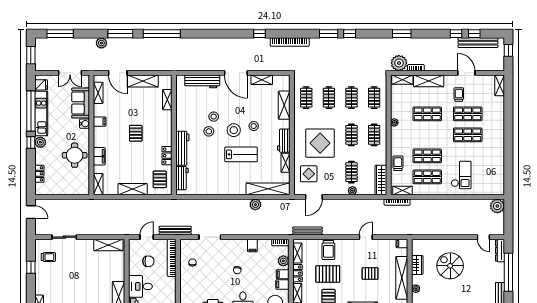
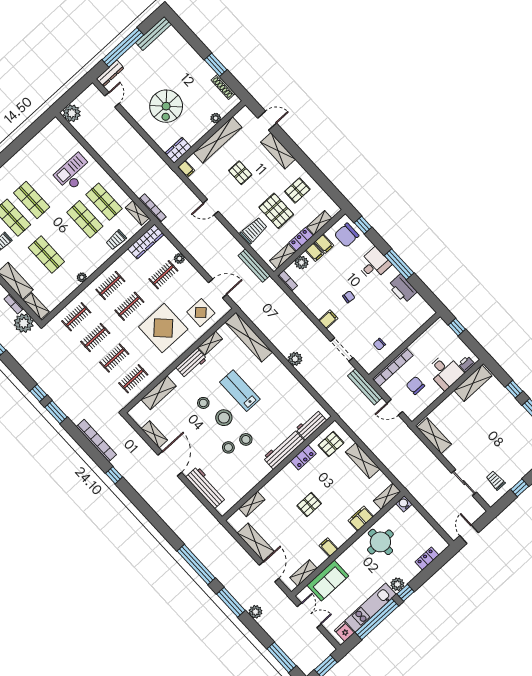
water cooler: (84, 124) -> (404, 504), moved
plant: (255, 205) -> (295, 359), moved
filing cabinet: (252, 246) -> (328, 319), moved
wardrobe: (417, 265) -> (178, 150), moved

